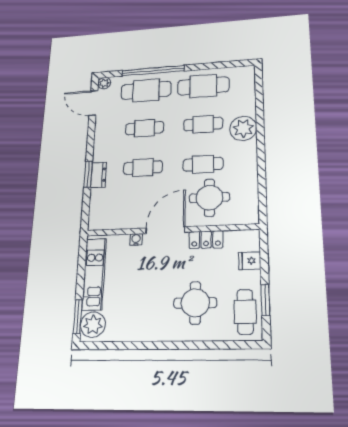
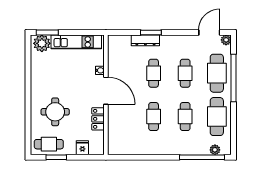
window: (259, 99) -> (202, 157), added
plant: (243, 128) -> (215, 150), moved, width x0.53, depth x0.53
dresser: (99, 175) -> (145, 40), width x1.44
round table: (209, 198) -> (128, 121), removed

